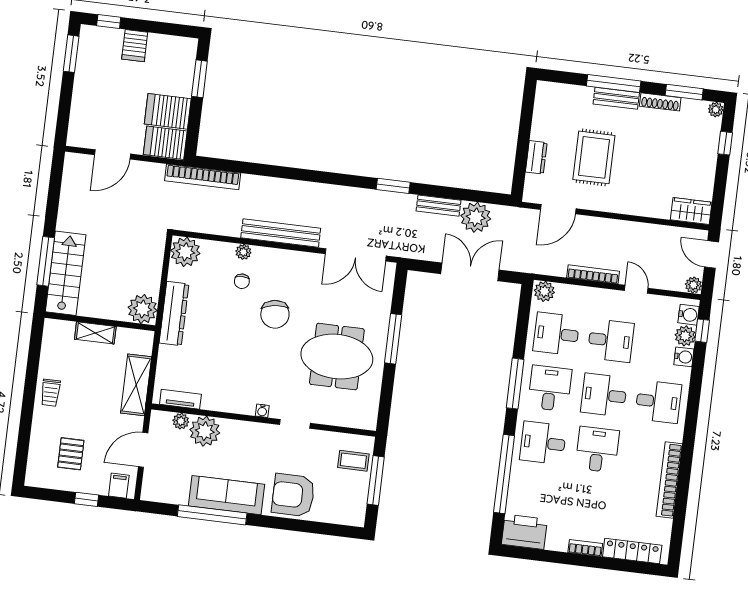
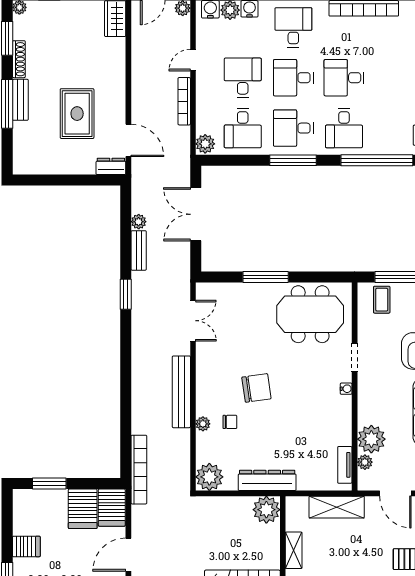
door: (113, 154) -> (128, 555), swing flipped
dresser: (536, 157) -> (111, 166), moved
rug: (594, 157) -> (77, 114), turned 90
plant: (476, 217) -> (139, 222), width x0.53, depth x0.53
double door: (356, 255) -> (193, 321), width x0.73
meeting table: (337, 357) -> (310, 314), moved, turned 90
desk: (604, 395) -> (293, 78), turned 90

